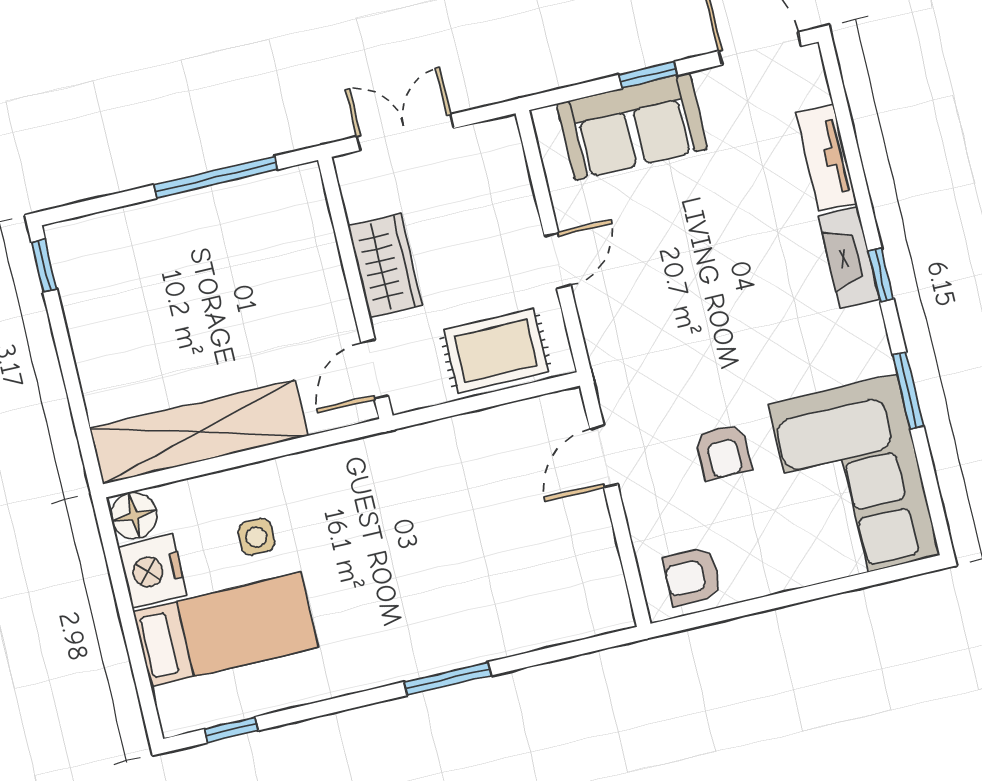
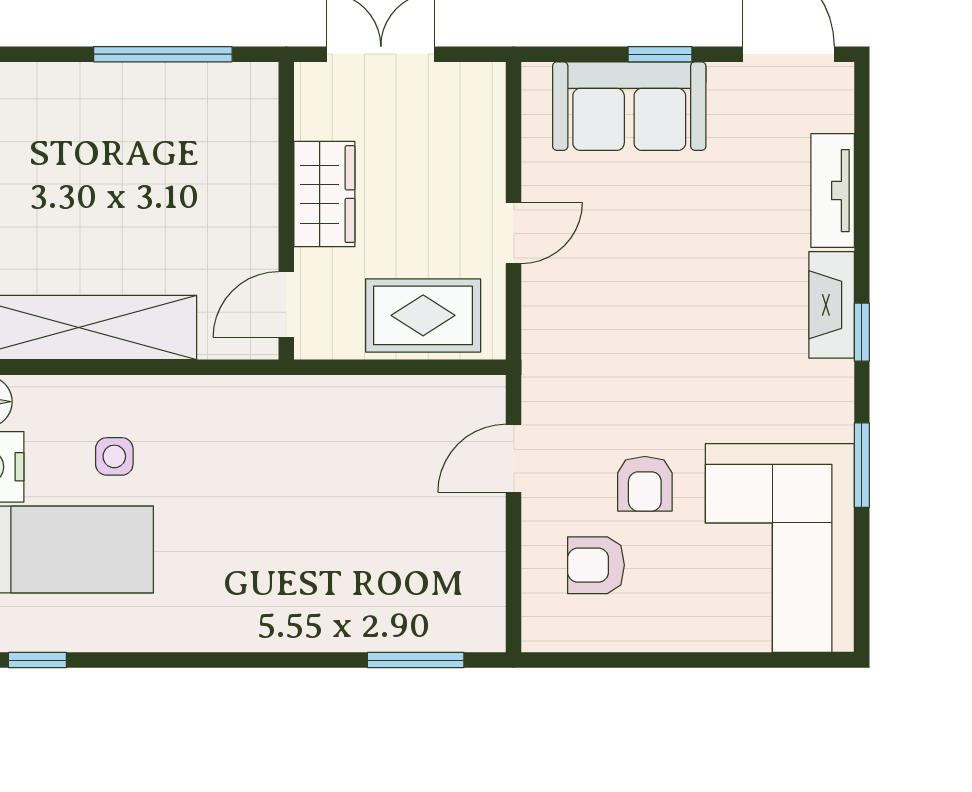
armchair: (692, 577) -> (596, 565), moved
window: (448, 679) -> (416, 660), moved

